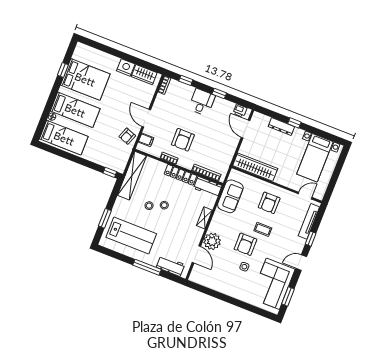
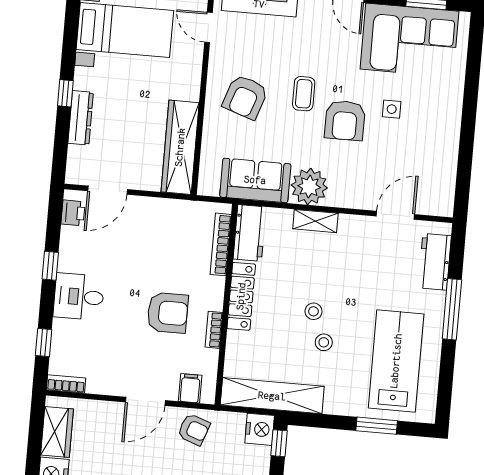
nightstand: (119, 166) -> (260, 429), added
armchair: (269, 203) -> (245, 97), turned 109
plant: (212, 241) -> (309, 187), moved
armchair: (245, 244) -> (345, 120), turned 90

